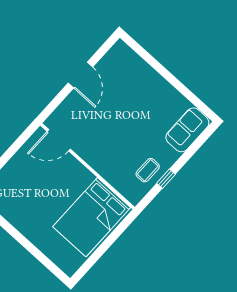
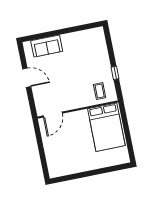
sofa: (187, 130) -> (47, 46), moved, turned -90
coffee table: (148, 170) -> (100, 91), moved

